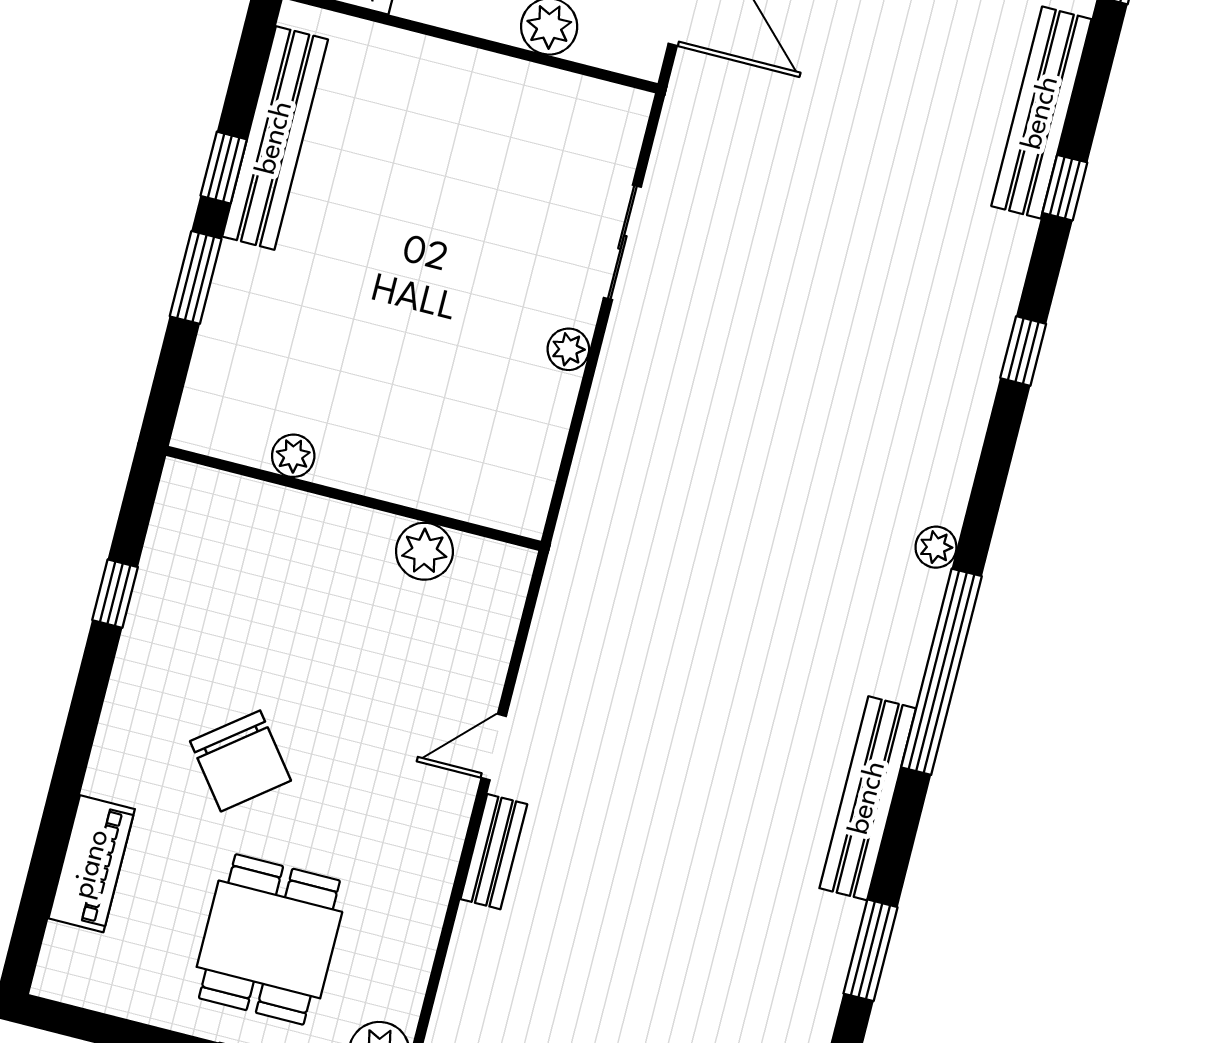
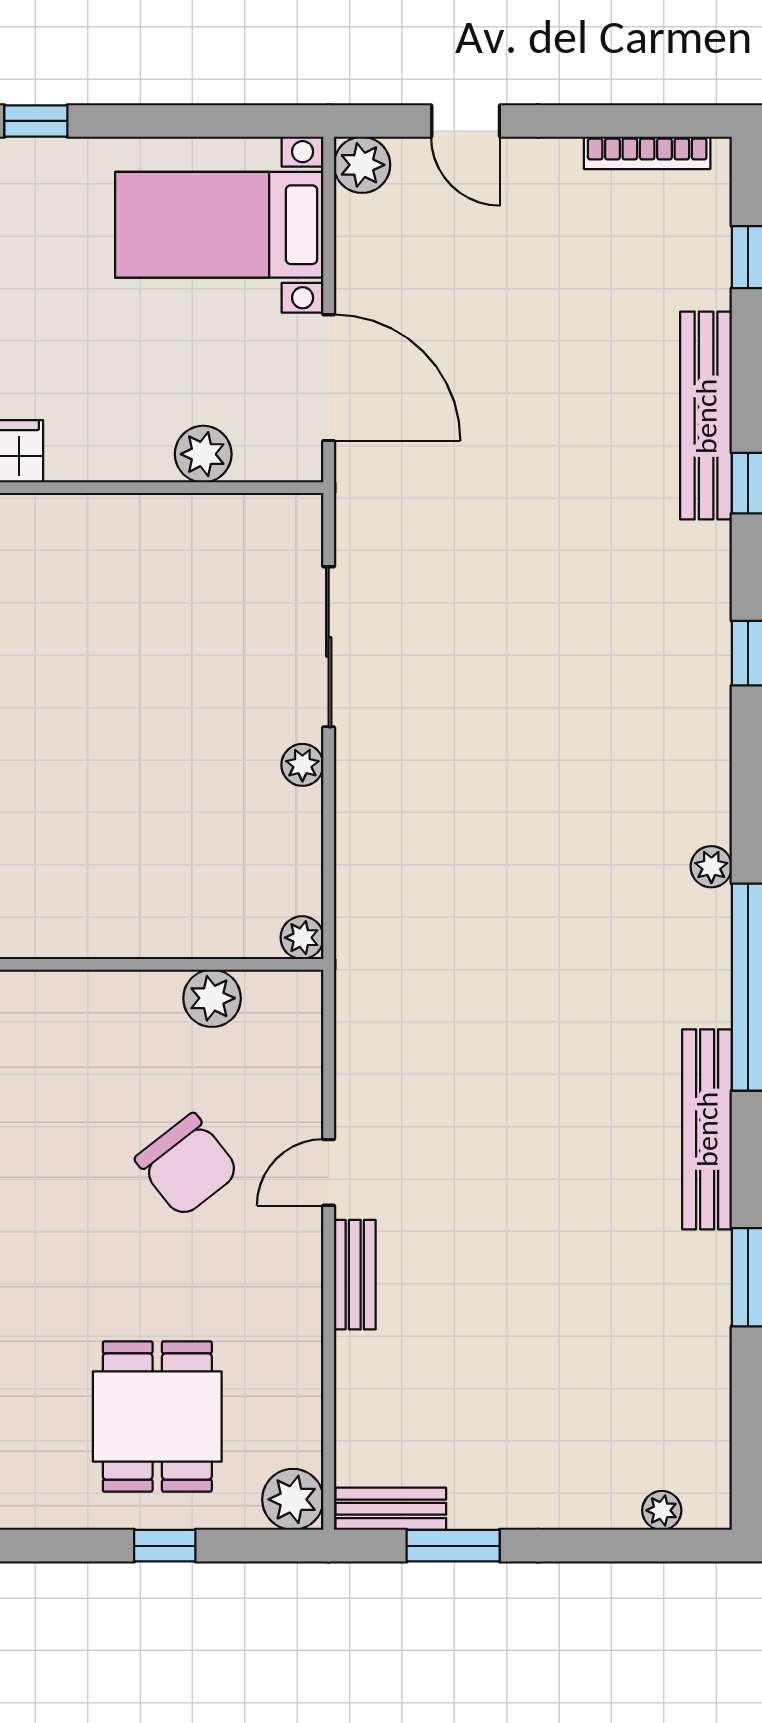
sliding door: (622, 242) -> (329, 647), width x1.37
plant: (293, 456) -> (302, 938), moved
chair: (240, 761) -> (187, 1165), moved

